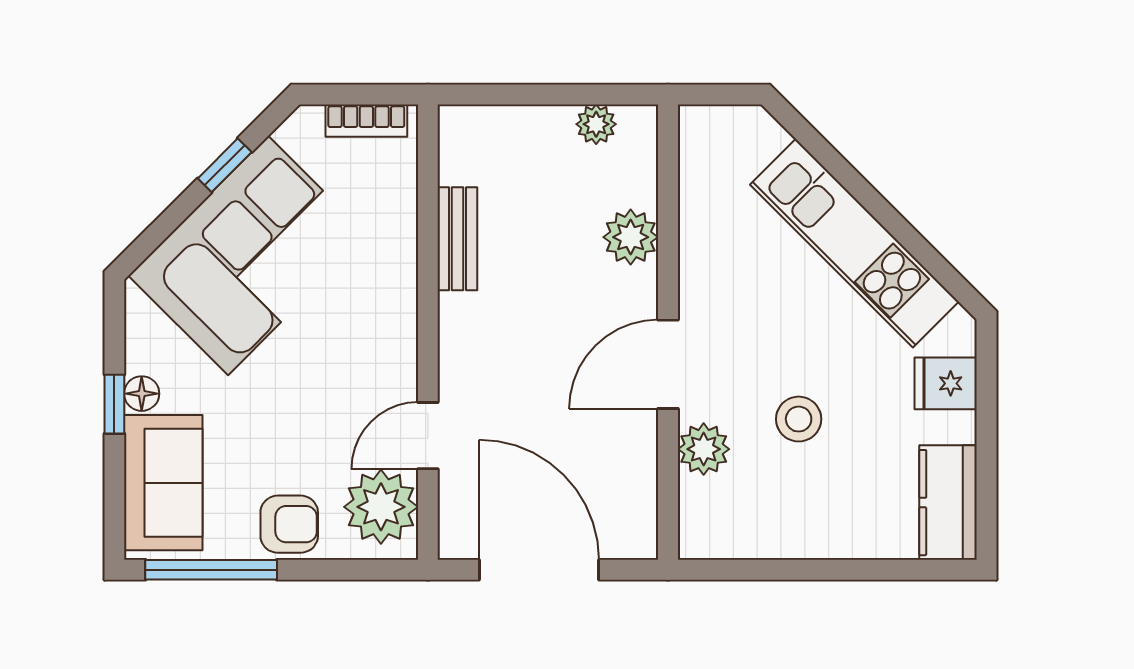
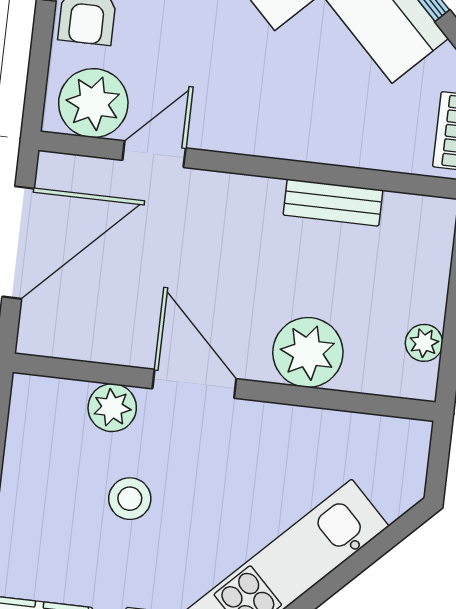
plant: (631, 237) -> (308, 352), width x1.36, depth x1.36
door: (428, 436) -> (154, 154), hinge flipped

